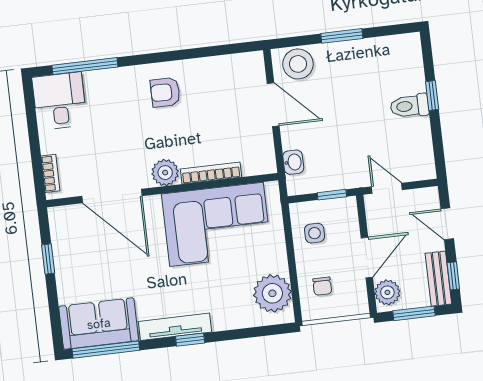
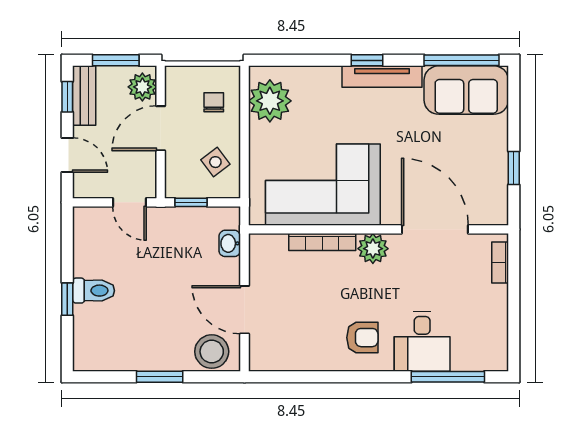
desk: (60, 101) -> (422, 341), moved
side table: (315, 233) -> (215, 162), turned -37

